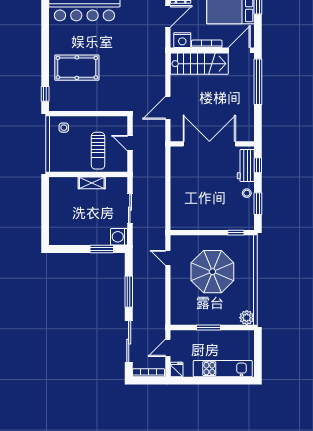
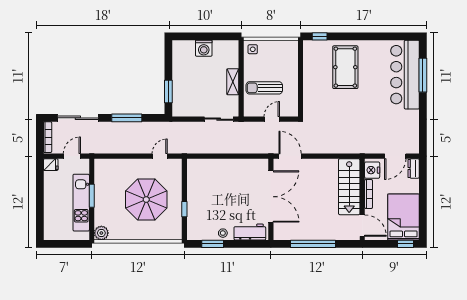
door: (168, 16) -> (395, 156), hinge flipped
window: (258, 82) -> (313, 244), moved
door: (168, 108) -> (290, 156), moved
side table: (64, 128) -> (253, 49), moved
window: (258, 165) -> (250, 244), removed
sliding door: (130, 209) -> (219, 119), moved
window: (236, 233) -> (184, 209), moved
washing machine: (119, 237) -> (204, 48), moved, turned 180
door: (168, 348) -> (72, 156), hinge flipped
kitchen unit: (223, 369) -> (81, 203), moved, turned 180

